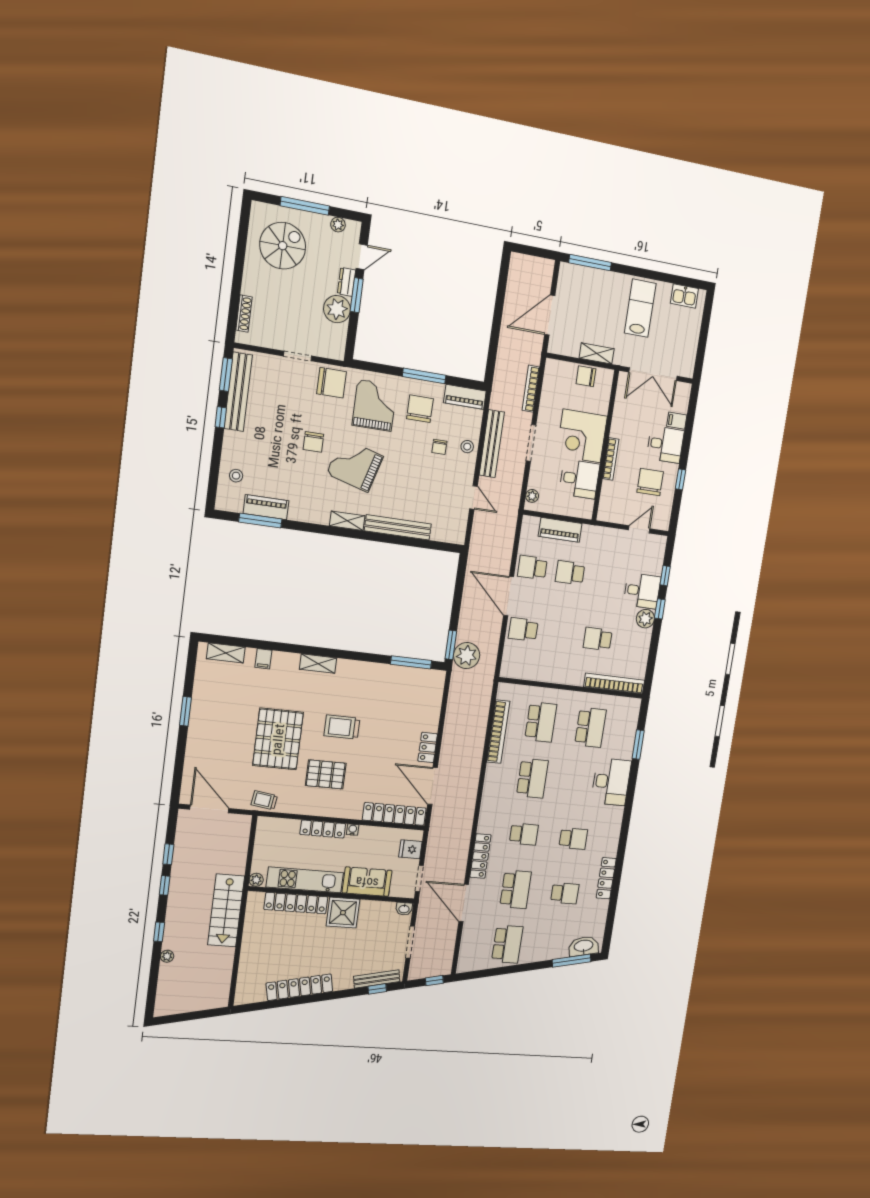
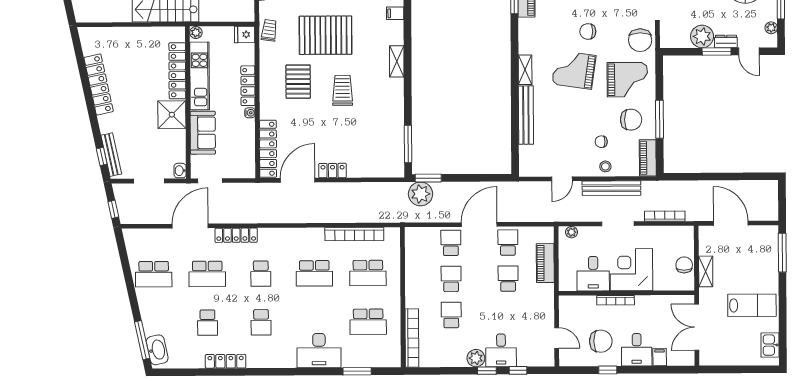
grand piano: (355, 465) -> (574, 70), turned -98
school desk: (561, 634) -> (451, 279), added
fridge: (410, 849) -> (245, 34), moved, turned -90

